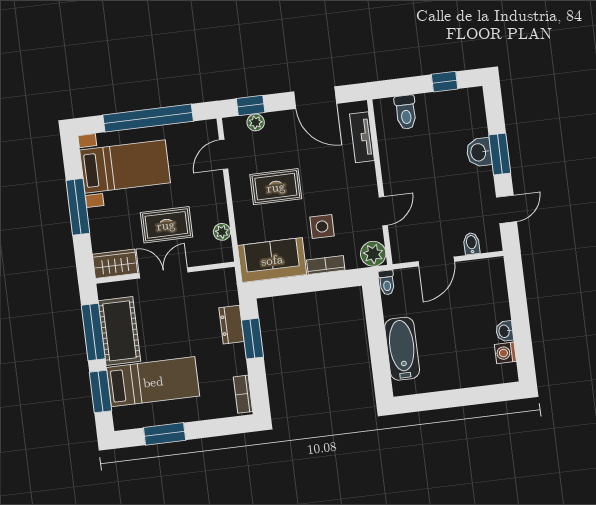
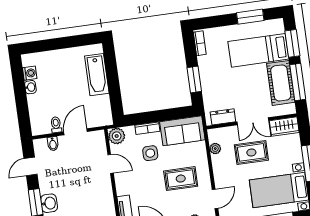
door: (383, 211) -> (111, 164), swing flipped
toilet: (387, 282) -> (56, 125), moved
dresser: (231, 325) -> (223, 117), moved, turned -90

